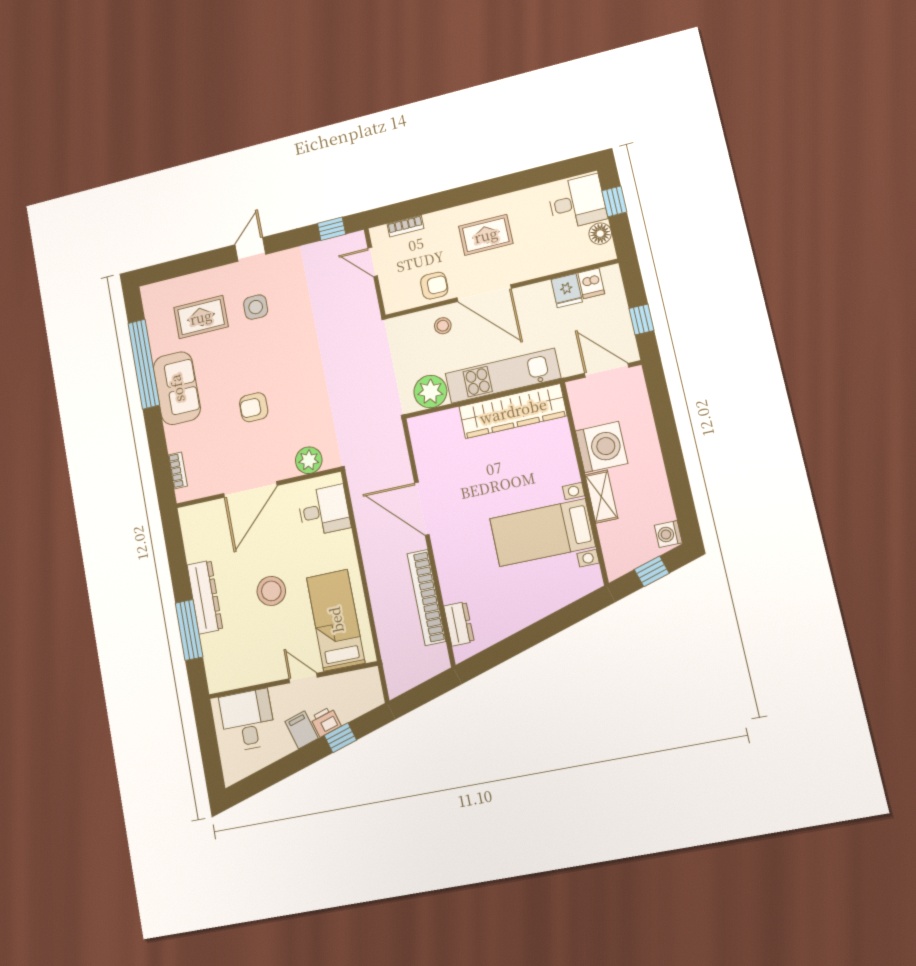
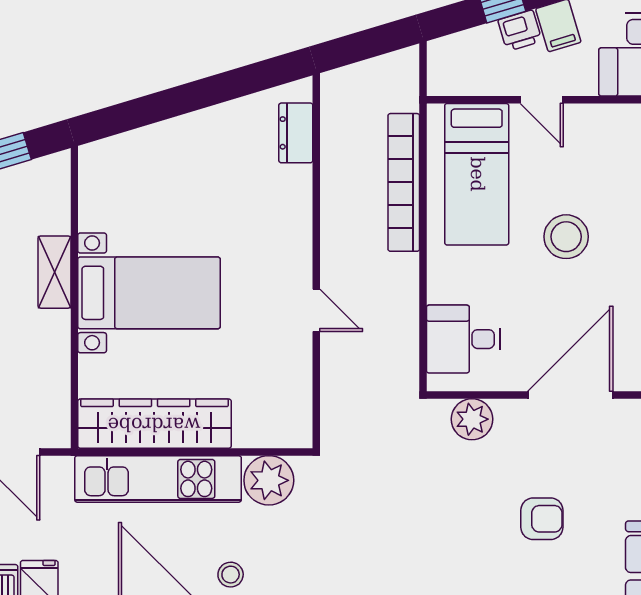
washing machine: (601, 447) -> (39, 343), removed
door: (422, 509) -> (316, 310), width x0.53
bed with nightstands: (542, 533) -> (149, 293), moved
bookcase: (426, 597) -> (404, 182), moved, turned 180

